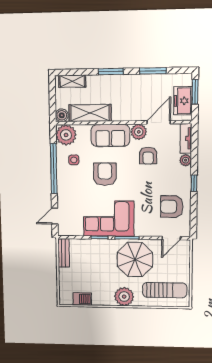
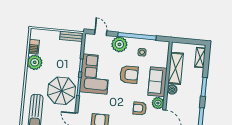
boiler: (62, 115) -> (172, 89), moved
plant: (66, 135) -> (119, 44), moved
plant: (124, 297) -> (35, 62), moved

